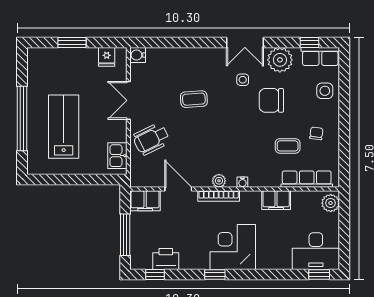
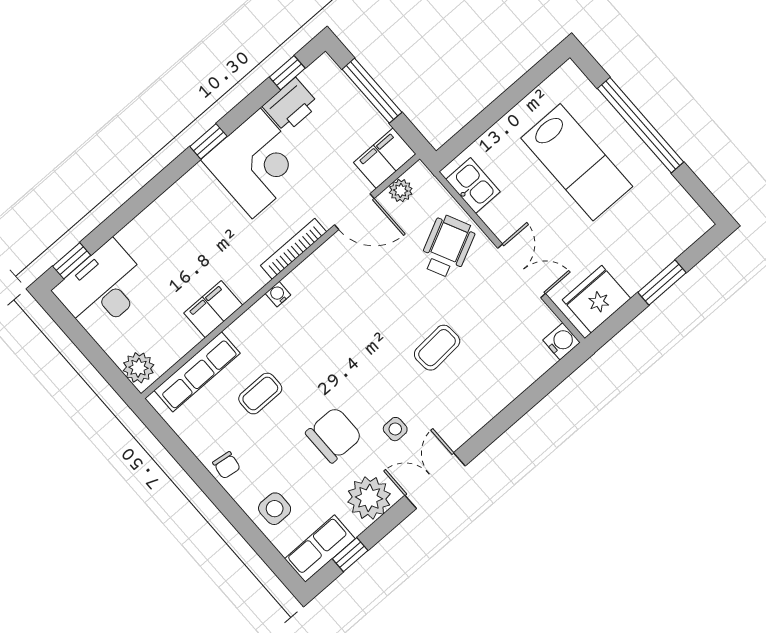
fridge: (107, 57) -> (596, 299), width x1.88, depth x1.34
chair: (316, 133) -> (226, 465), moved
plant: (219, 181) -> (401, 191), moved
corner desk: (233, 247) -> (256, 163), moved

